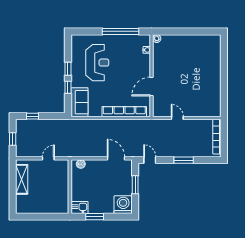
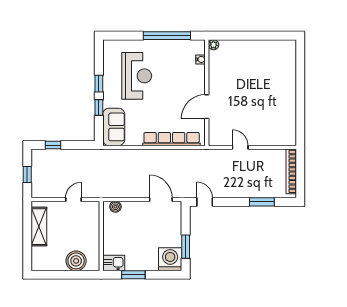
window: (184, 160) -> (262, 202), moved
window: (135, 185) -> (186, 247), moved
boiler: (50, 206) -> (76, 261), added

